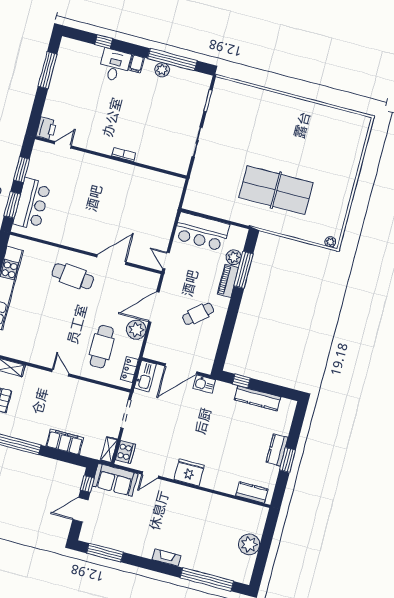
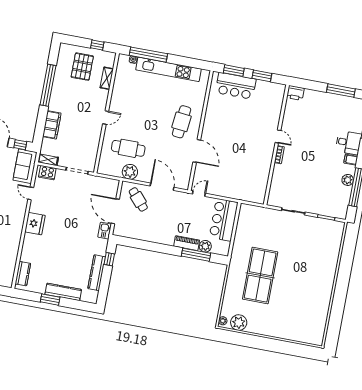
door: (63, 145) -> (278, 136), moved
plant: (334, 222) -> (239, 323), added
cafe table: (198, 314) -> (138, 199), moved
plant: (136, 330) -> (130, 172), moved
locker: (130, 369) -> (112, 171), removed
kitchen sink: (145, 376) -> (108, 184), removed
kitchen counter: (277, 450) -> (63, 292), width x1.50

